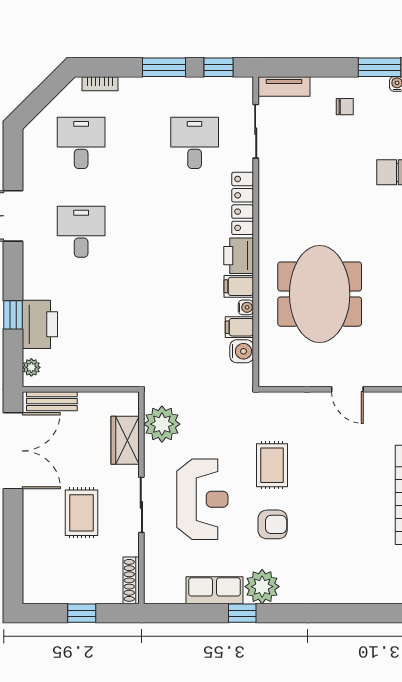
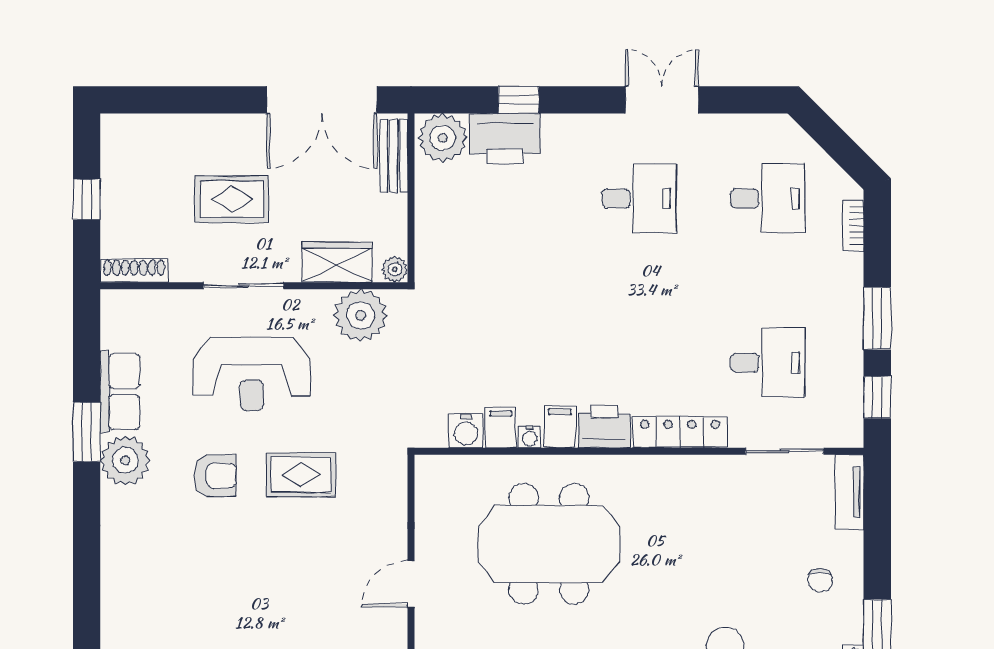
plant: (31, 367) -> (443, 138), width x1.88, depth x1.88
plant: (130, 400) -> (395, 269), added
armchair: (273, 524) -> (215, 476), turned -90
window: (242, 613) -> (87, 432), width x1.50

